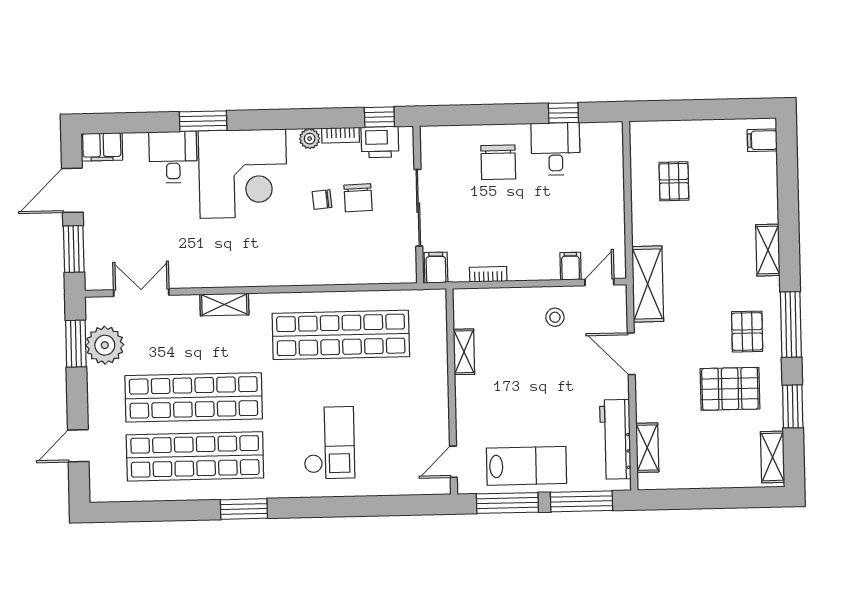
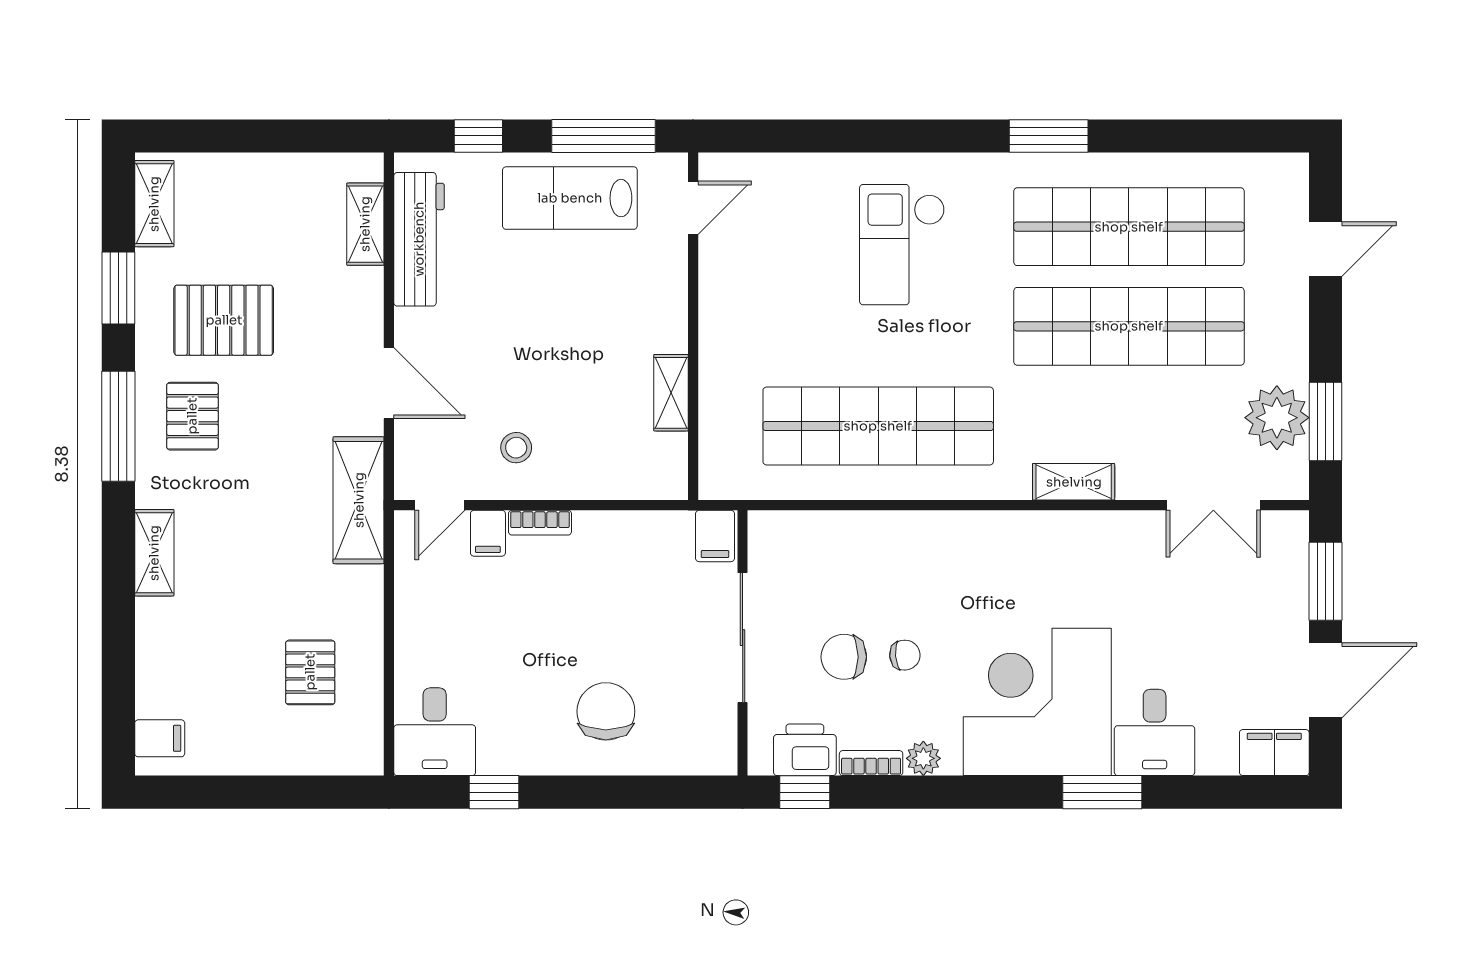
desk: (556, 149) -> (435, 732), moved
chair: (358, 198) -> (844, 657), turned -88
bookcase: (488, 274) -> (540, 523), moved
window: (582, 501) -> (478, 136), width x0.46

